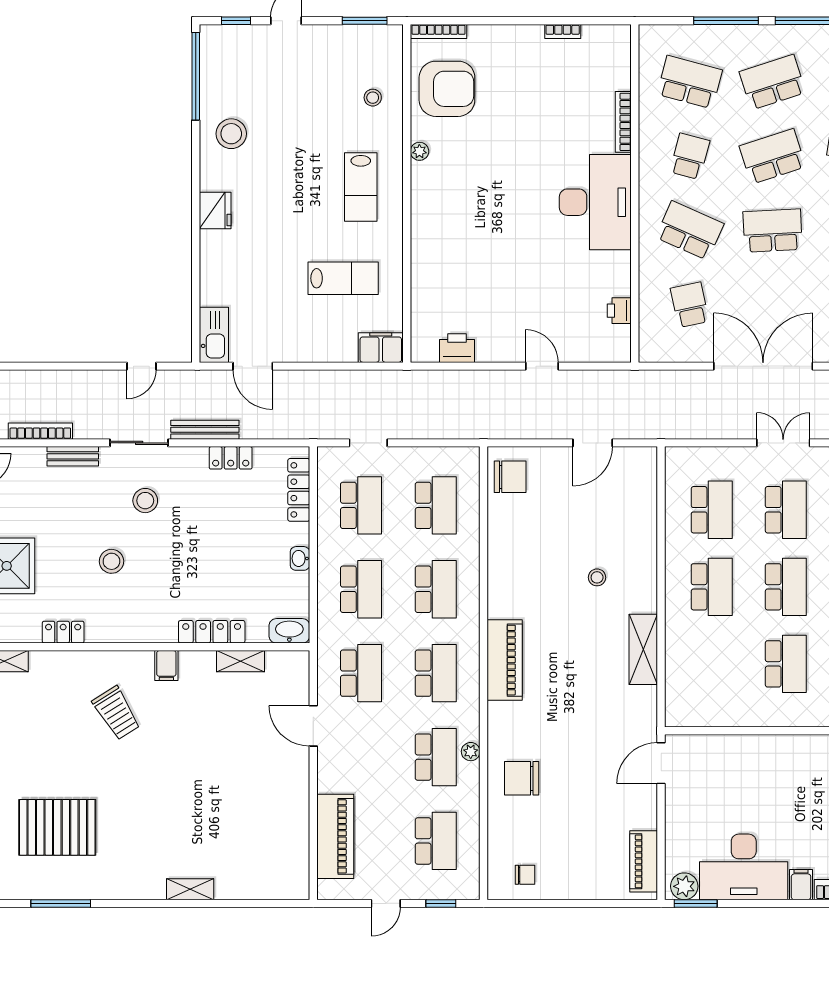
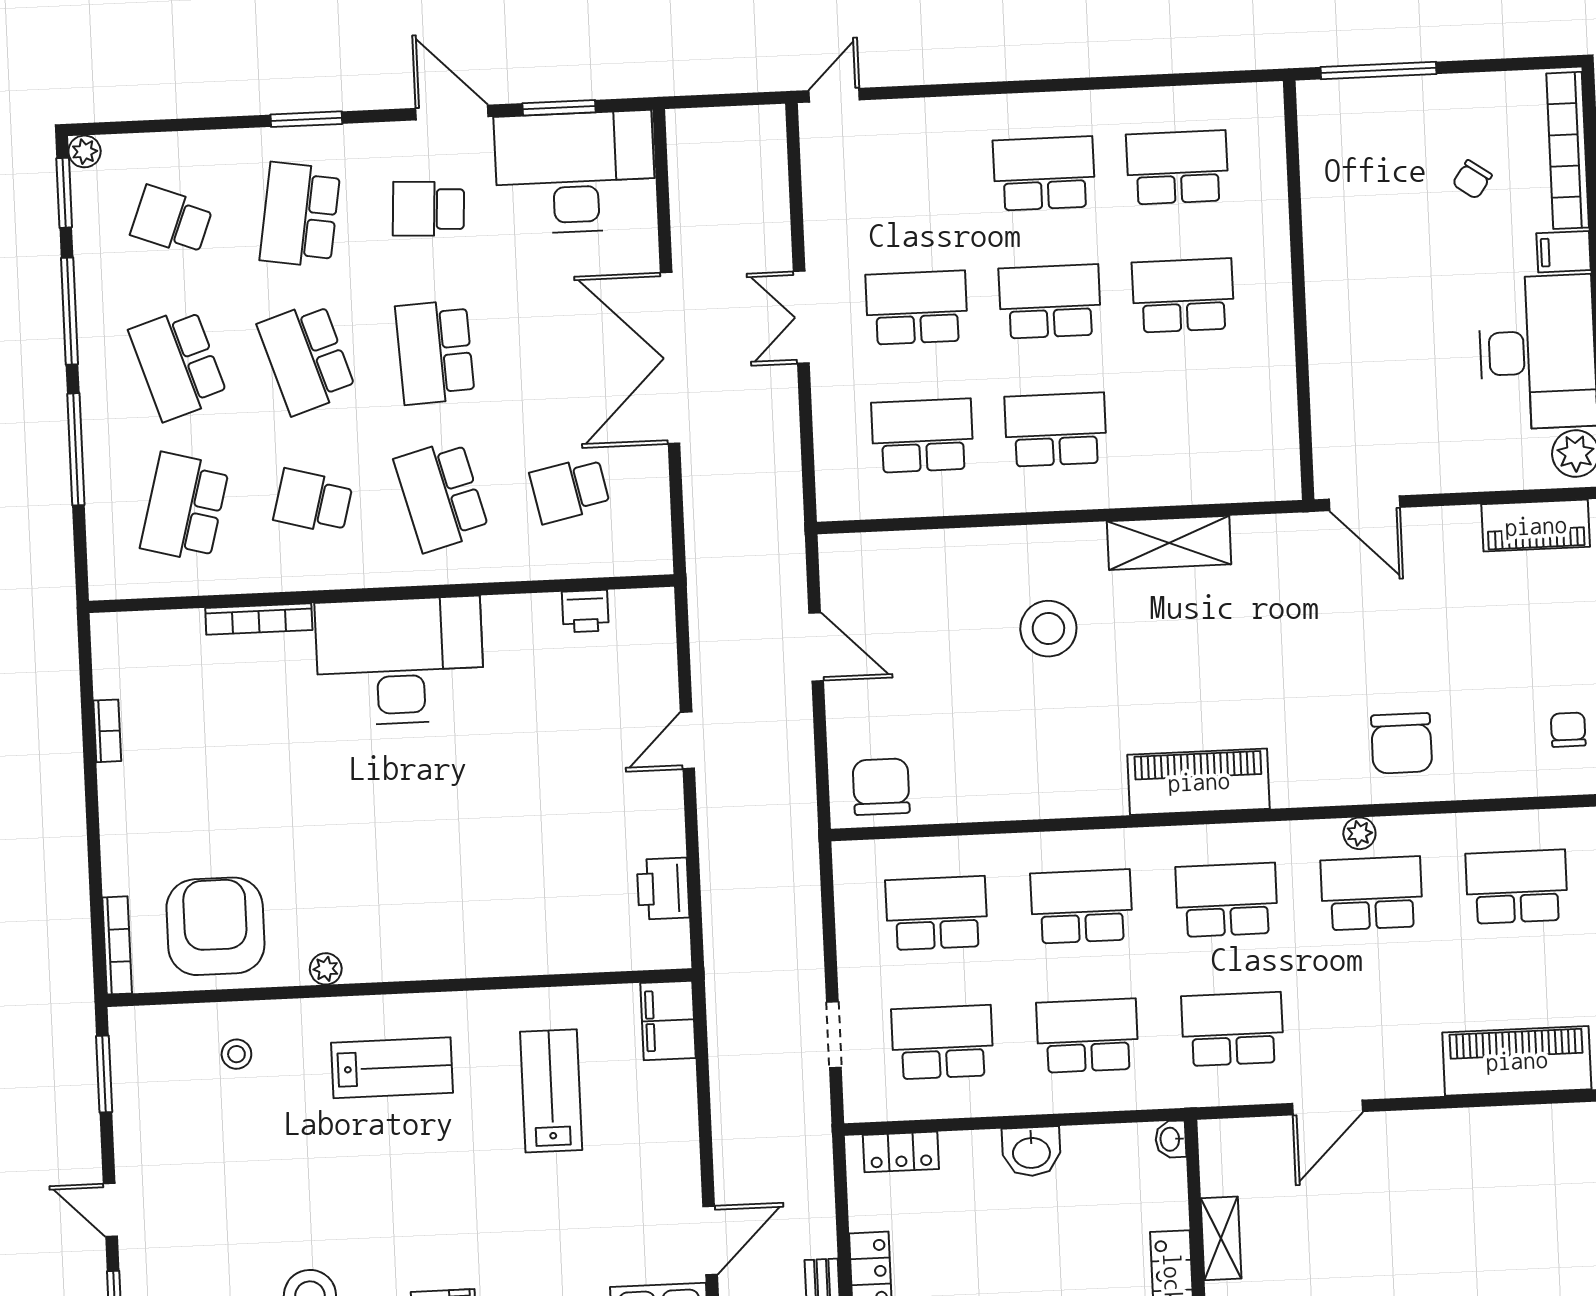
school desk: (690, 231) -> (441, 496), turned -39
locker: (299, 490) -> (901, 1152), width x0.66
washbasin: (300, 558) -> (1031, 1152), width x1.38, depth x1.45
stool: (597, 577) -> (1048, 629), width x1.89, depth x1.89
washbasin: (289, 631) -> (1171, 1139), width x0.52, depth x0.69

